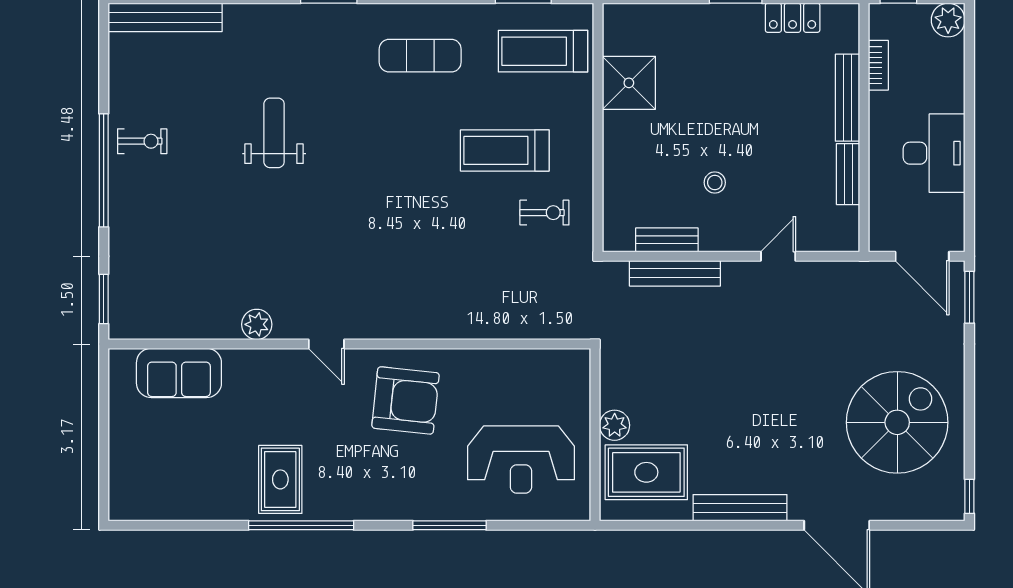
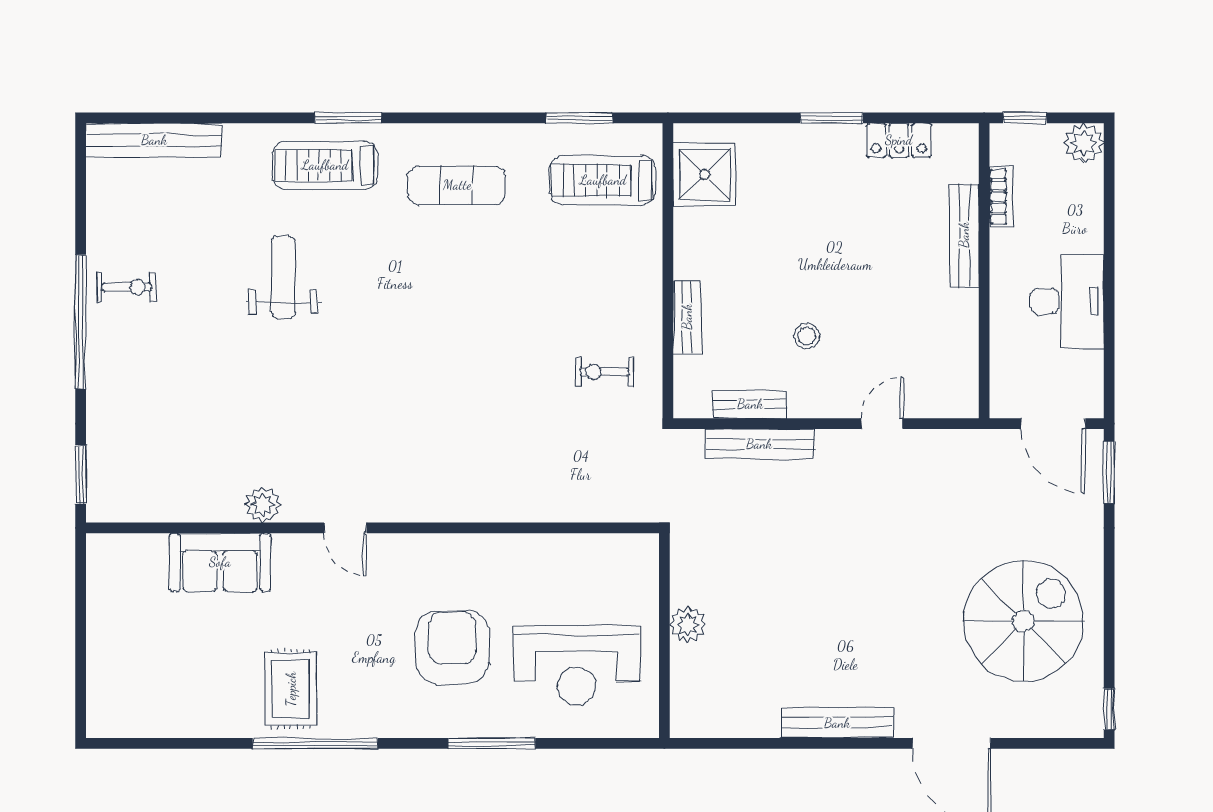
shower: (629, 83) -> (705, 174), moved
treadmill: (505, 150) -> (325, 165), moved
bench: (848, 174) -> (687, 317), moved
exercise bike: (544, 213) -> (604, 372), turned 180
sofa: (179, 373) -> (220, 562), moved
armchair: (405, 400) -> (452, 647), moved, turned -96
rug: (646, 472) -> (725, 680), removed

